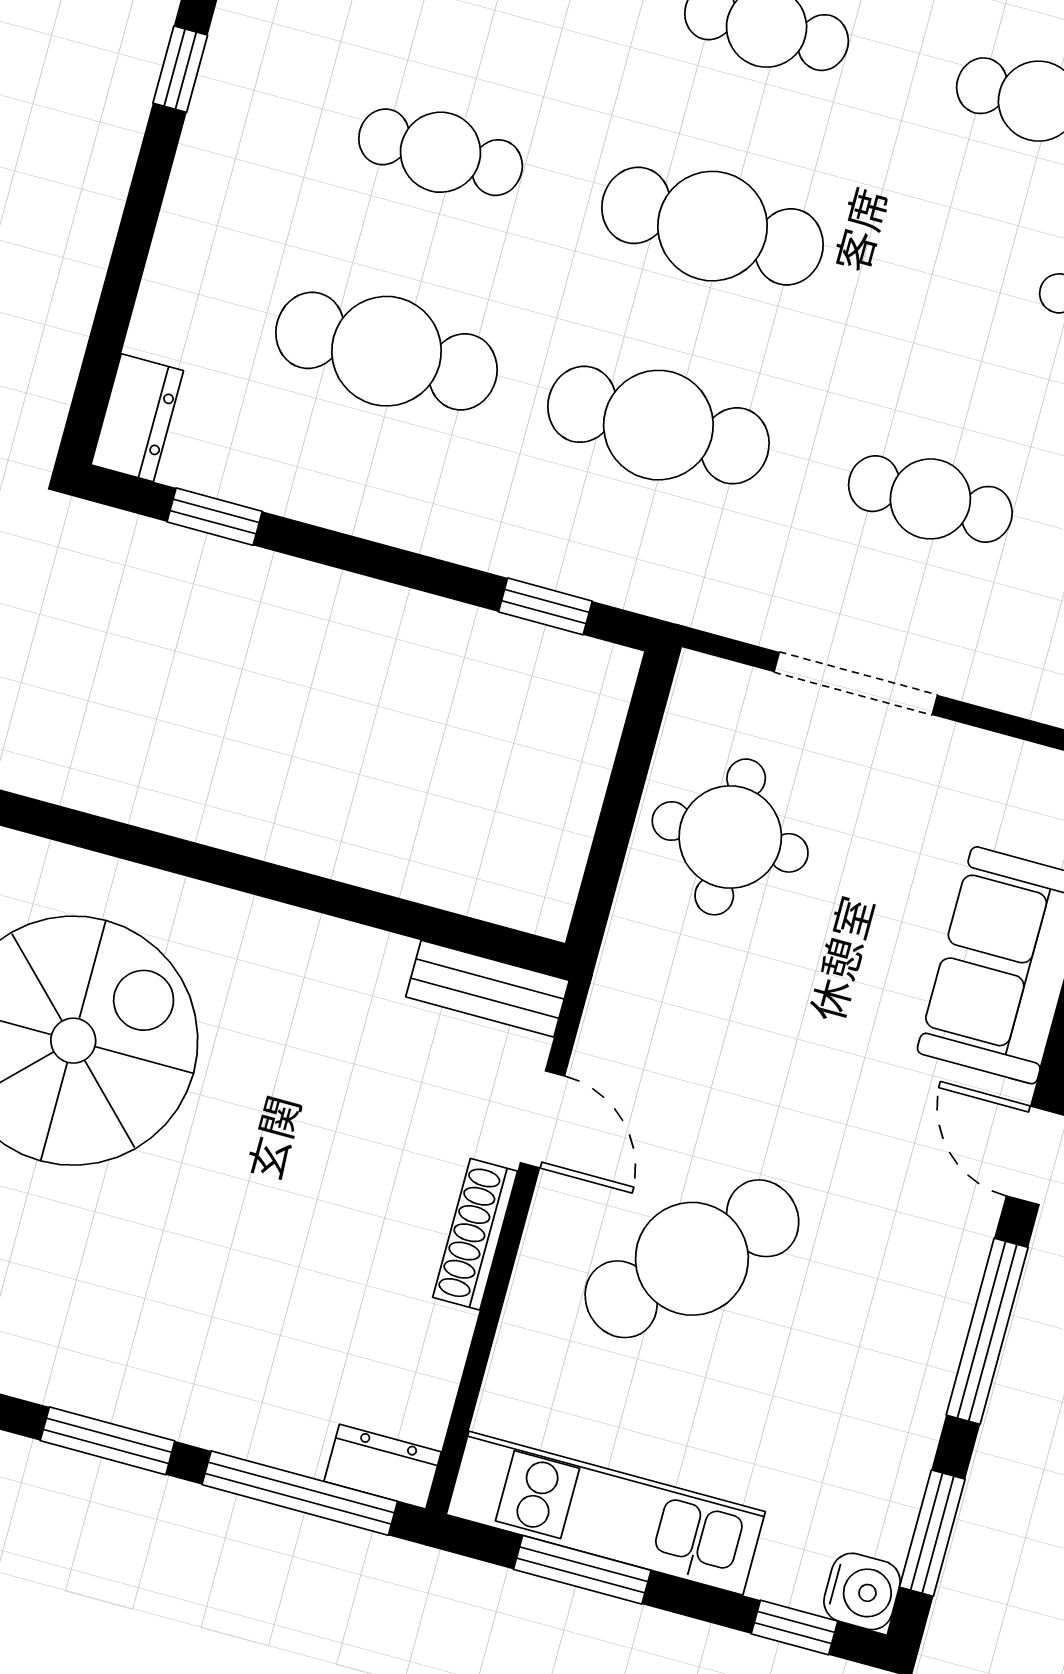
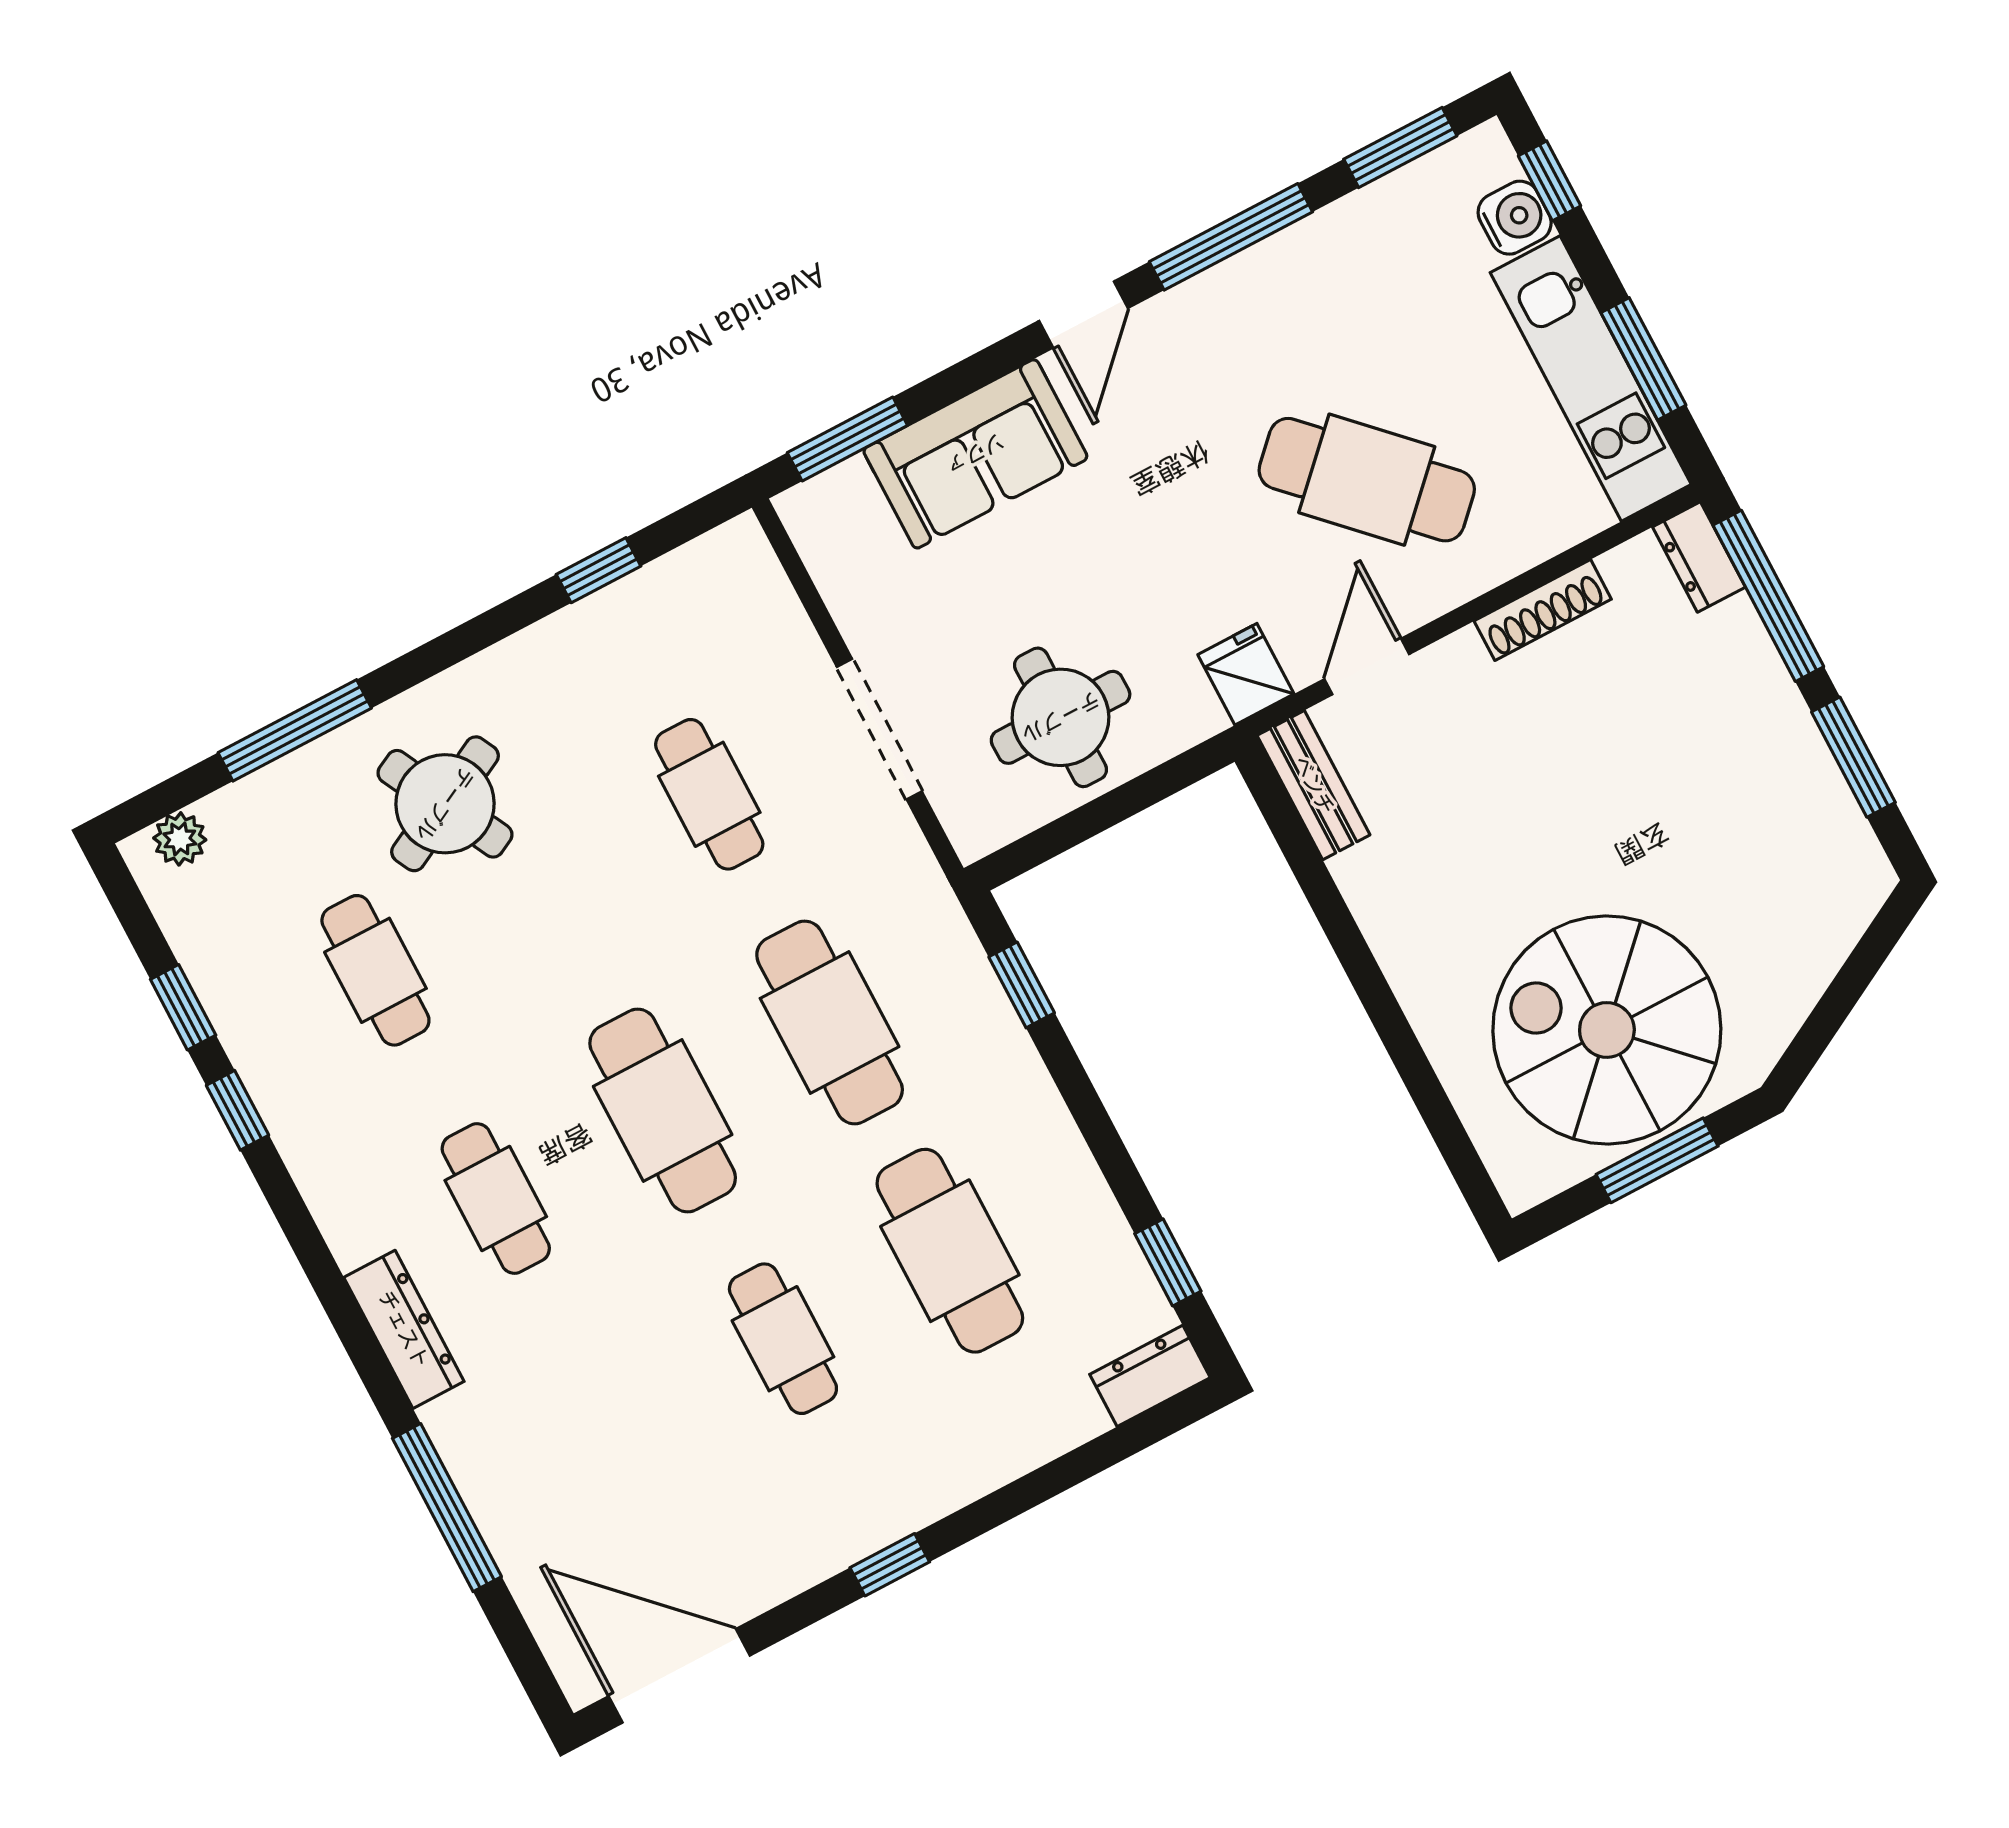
fridge: (626, 1017) -> (1246, 674), added
shoe rack: (475, 1234) -> (1543, 610), moved
water cooler: (862, 1591) -> (1515, 218), moved, turned 90

